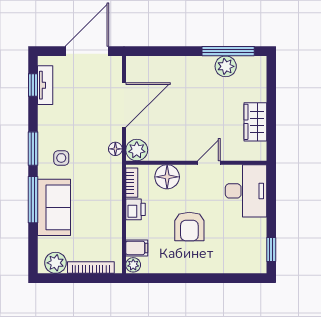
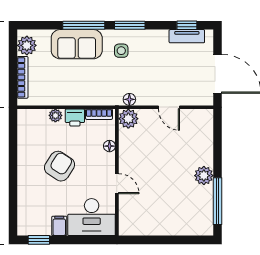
plant: (226, 66) -> (204, 176), moved
door: (124, 105) -> (169, 107), width x0.53
wardrobe: (255, 122) -> (154, 226), removed
floor lamp: (167, 177) -> (109, 146), width x0.53, depth x0.53
armchair: (189, 226) -> (60, 166), turned 123
filing cabinet: (137, 248) -> (59, 226), moved, turned 180
plant: (133, 265) -> (55, 115), moved

